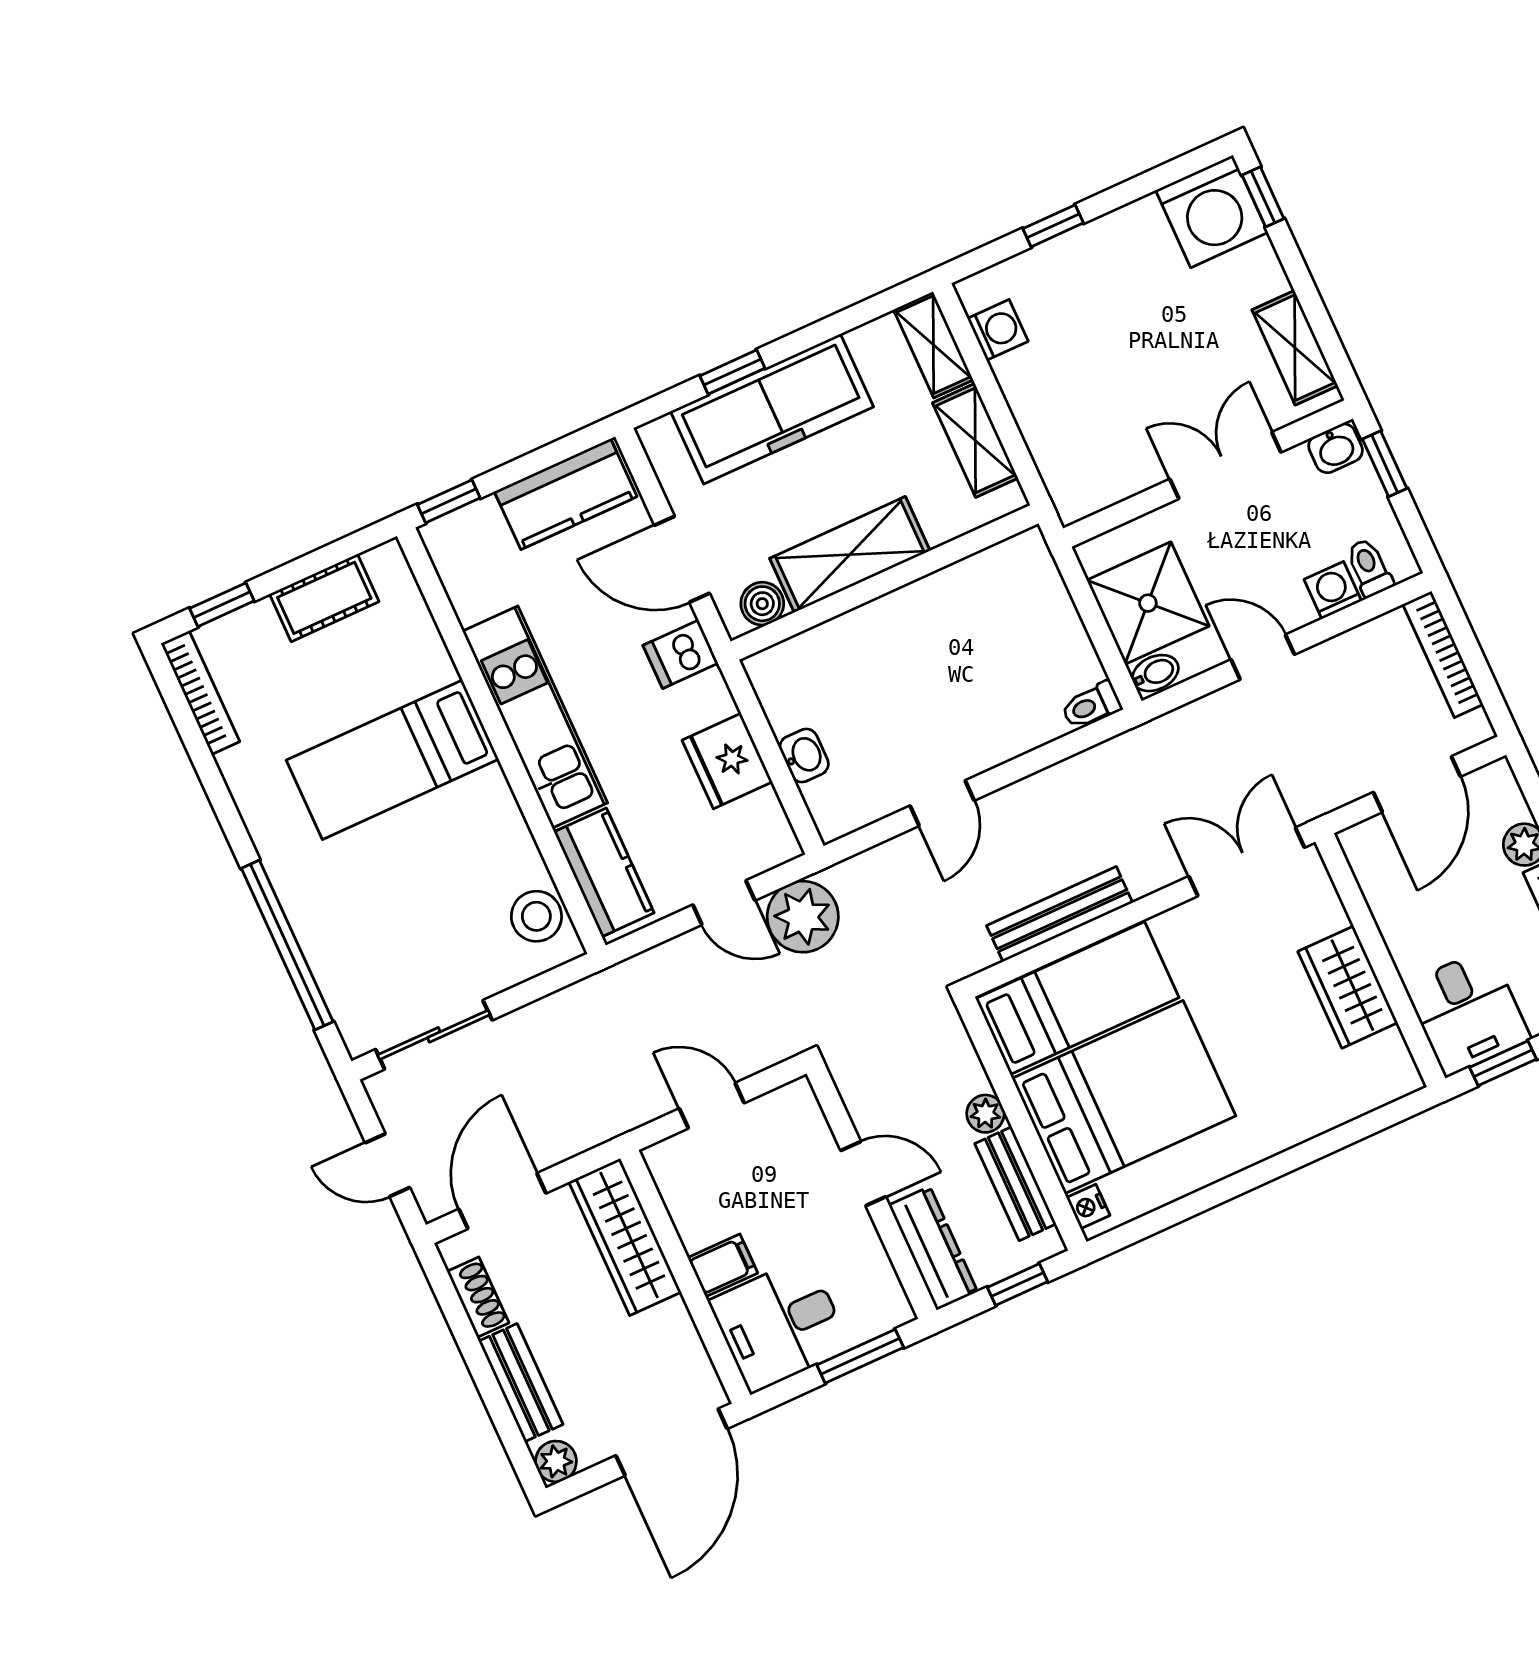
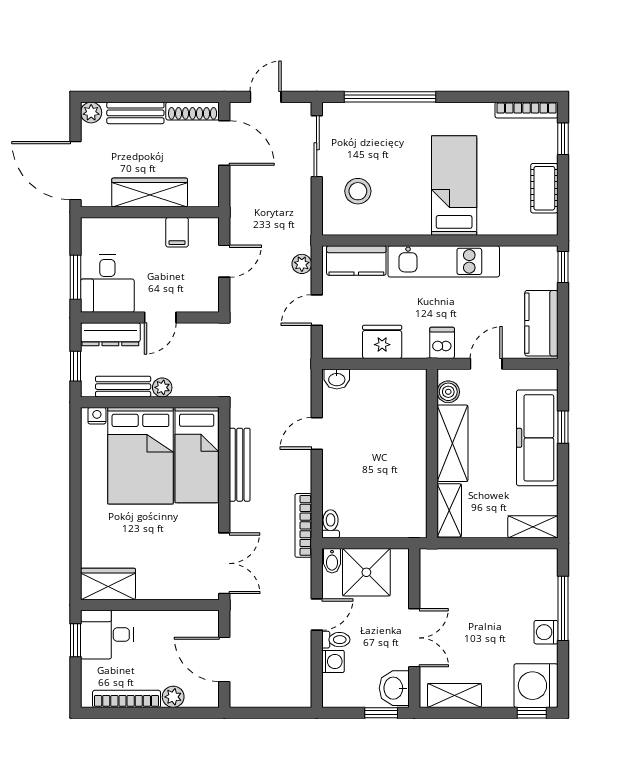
window: (1053, 226) -> (563, 608), width x2.17
washing machine: (998, 330) -> (546, 632), moved, turned 90
shelving: (975, 440) -> (449, 510), moved, turned 90
washbasin: (1336, 448) -> (394, 688), width x1.38, depth x1.45
door: (682, 559) -> (486, 364), width x0.73
toilet: (1369, 568) -> (336, 640), moved
bookcase: (1443, 654) -> (303, 525), moved, turned -90
washbasin: (804, 755) -> (337, 379), moved
door: (942, 803) -> (317, 433), hinge flipped
stool: (536, 916) -> (358, 191), moved
plant: (803, 917) -> (302, 264), moved, width x0.53, depth x0.53
wardrobe: (1348, 987) -> (108, 584), moved
wardrobe: (625, 1237) -> (150, 193), moved
filing cabinet: (723, 1265) -> (177, 232), moved
shoe rack: (478, 1297) -> (193, 111), width x1.43
desk: (780, 1325) -> (107, 284), moved, turned 180

